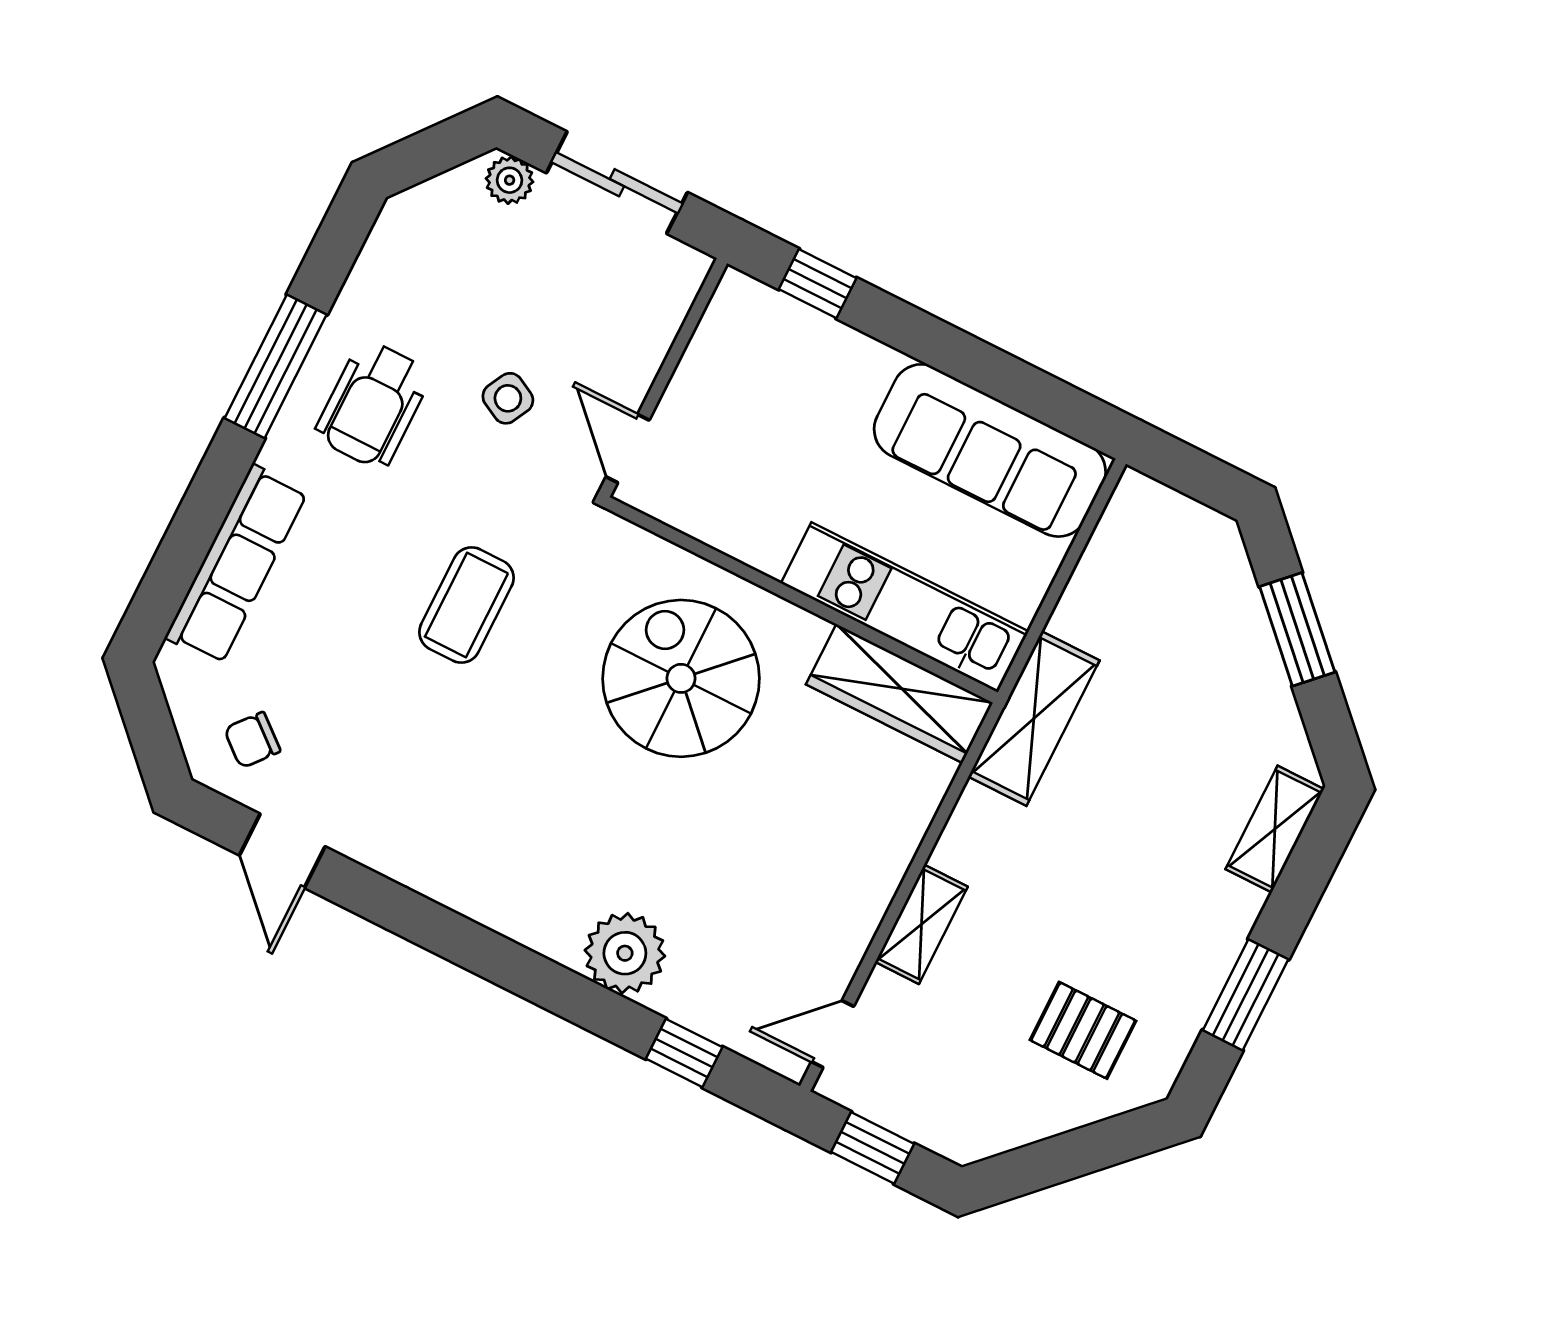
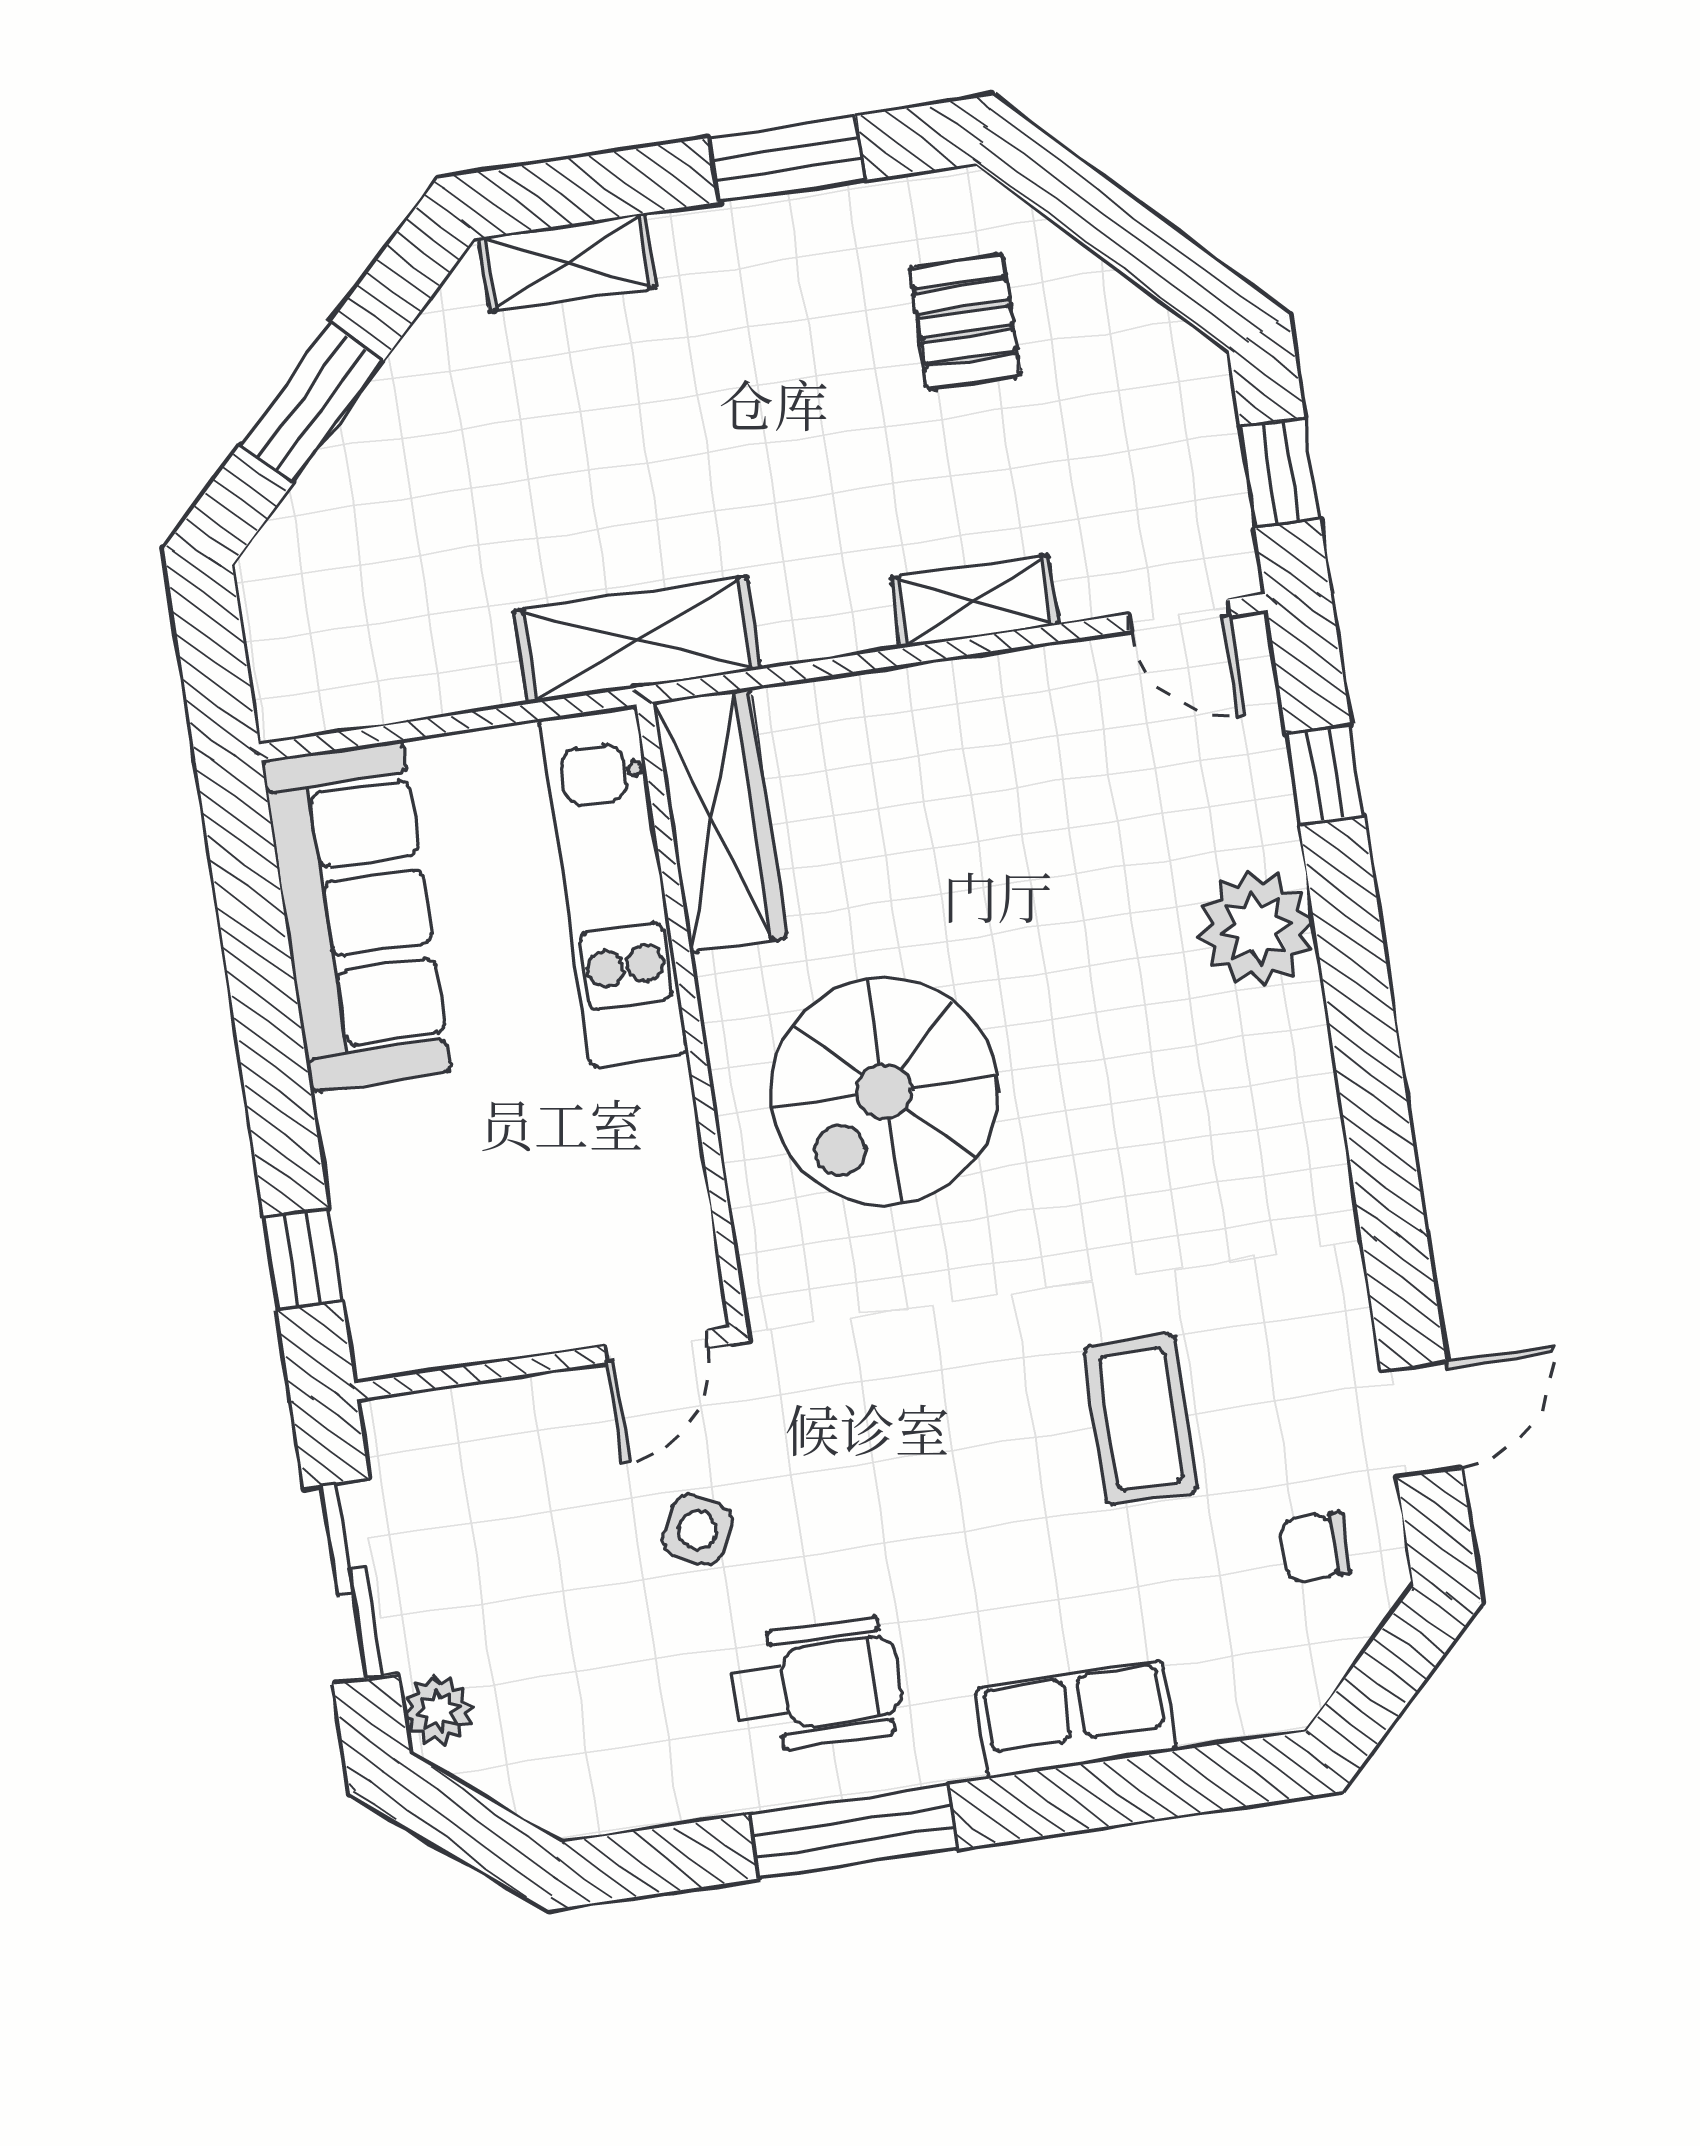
row of seats: (236, 565) -> (1075, 1719), width x0.68
coffee table: (466, 605) -> (1141, 1419), moved, turned 90
chair: (252, 740) -> (1315, 1547), turned 139

